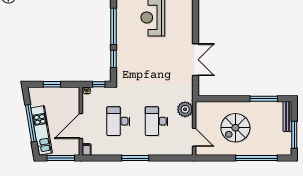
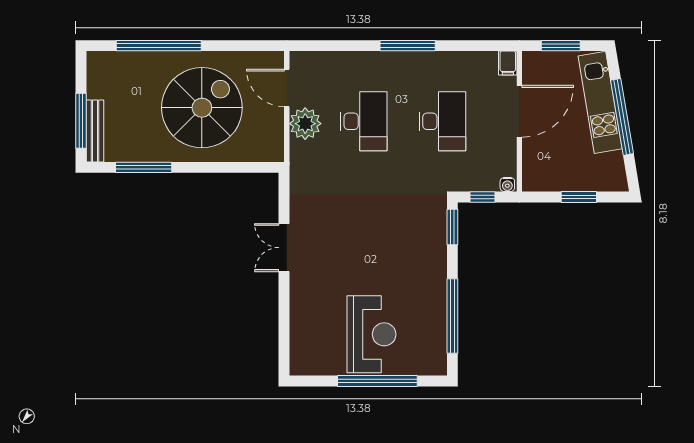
window: (113, 59) -> (452, 227), moved
double door: (195, 60) -> (284, 248), width x0.73
plant: (185, 109) -> (305, 124), moved
spiral stairs: (235, 128) -> (202, 108), width x1.37, depth x1.37
window: (294, 135) -> (81, 121), moved
window: (61, 158) -> (561, 46), width x0.69

